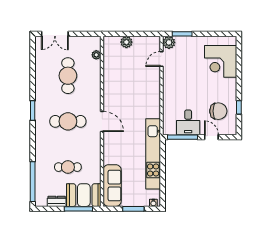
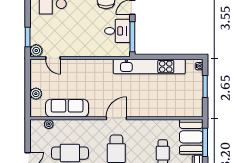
sofa: (112, 186) -> (67, 108), moved

